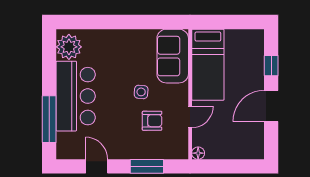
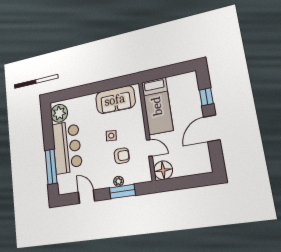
sofa: (173, 56) -> (115, 100), moved, turned -90
door: (190, 117) -> (149, 148), hinge flipped
plant: (143, 153) -> (119, 181), added
floor lamp: (198, 153) -> (163, 170), width x1.89, depth x1.89

